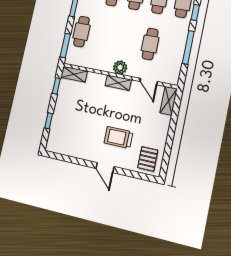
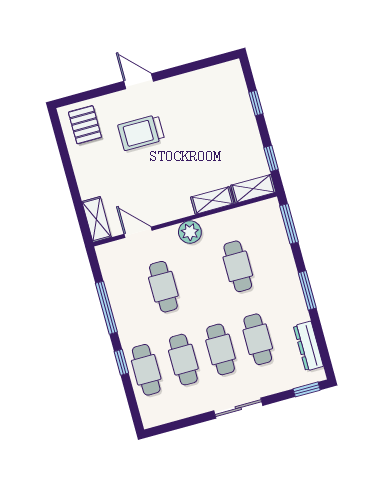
cafe table: (81, 32) -> (238, 266), moved
shelving: (118, 83) -> (212, 200), moved
trolley: (118, 137) -> (141, 133), turned 180

